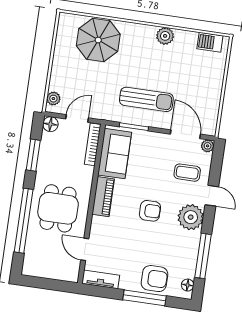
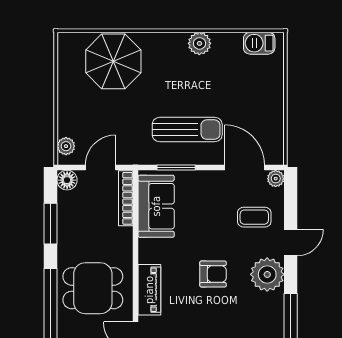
door: (212, 196) -> (291, 243), hinge flipped
piano: (103, 197) -> (149, 290), moved
dining table: (58, 208) -> (93, 288), turned 90

